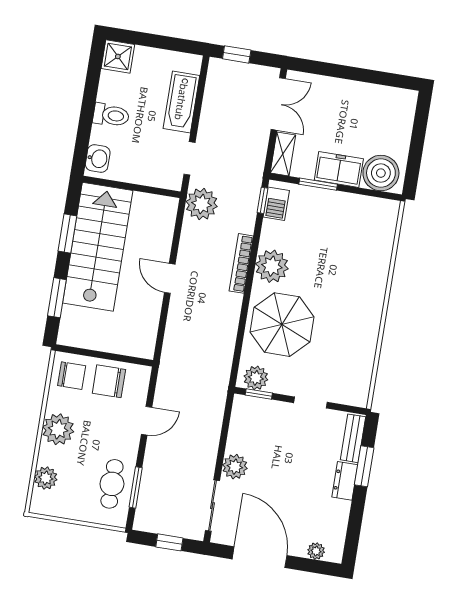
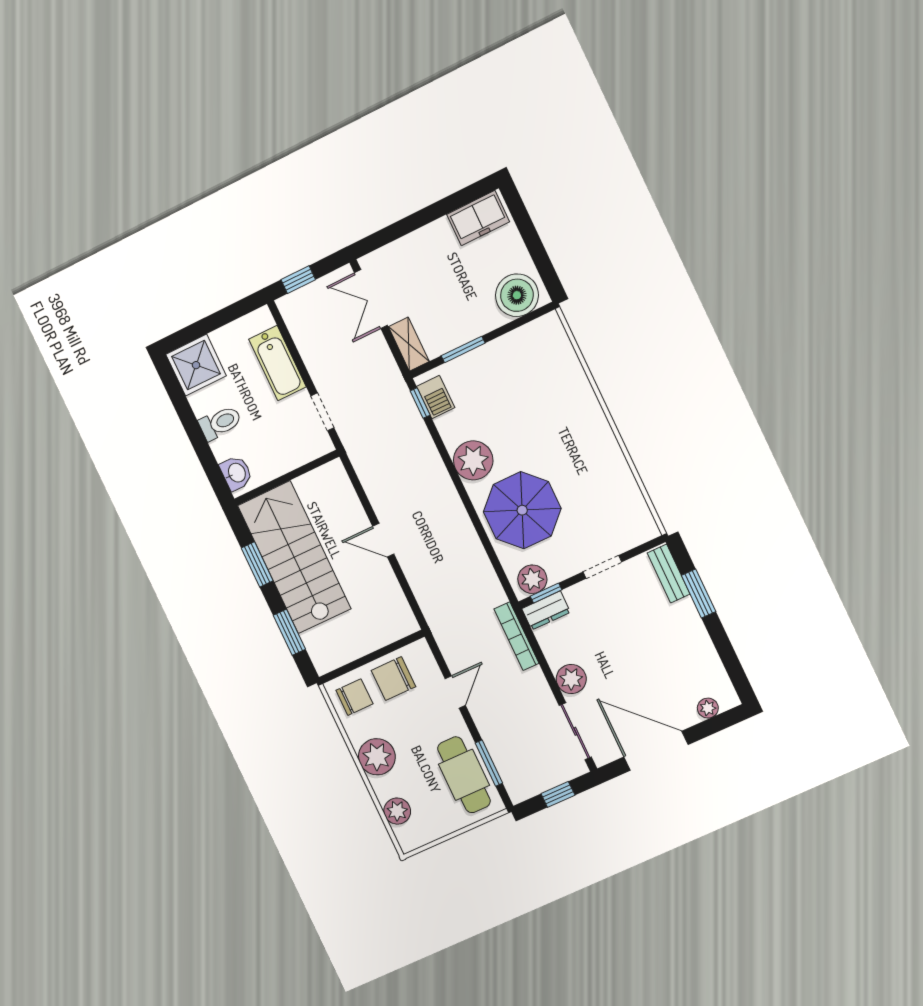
shower: (118, 56) -> (196, 365), width x1.36, depth x1.36
double door: (278, 104) -> (371, 299), swing flipped
freezer: (339, 169) -> (478, 218), moved, turned 180
plant: (202, 204) -> (364, 447), removed
bookcase: (241, 263) -> (516, 636), moved
dresser: (345, 481) -> (546, 610), moved, turned -90
cafe table: (112, 484) -> (464, 775), width x1.37, depth x1.35

